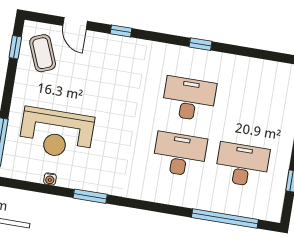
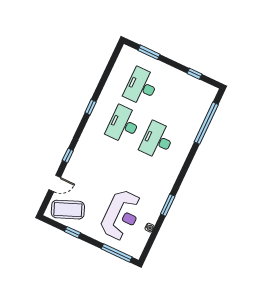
window: (15, 47) -> (72, 232), moved
coffee table: (43, 53) -> (68, 210), width x1.36, depth x1.32
desk: (242, 165) -> (141, 86), moved

